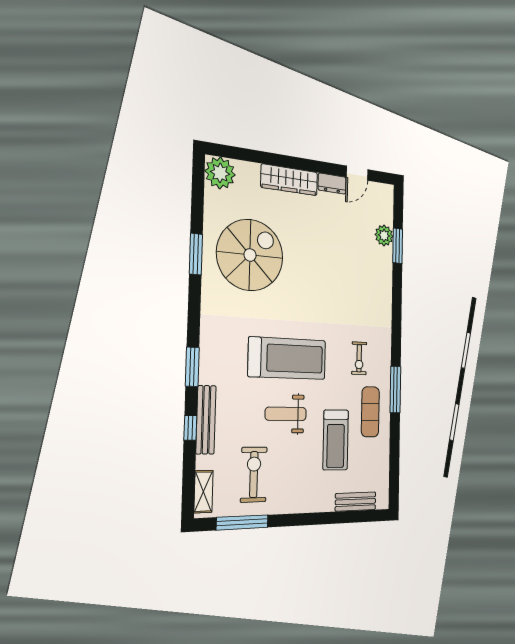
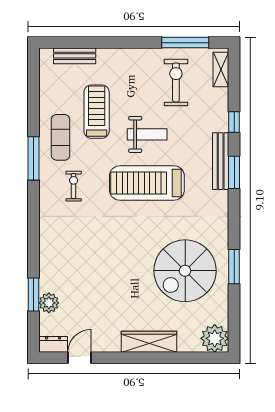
dresser: (332, 184) -> (53, 344), moved
bench: (206, 420) -> (221, 161), moved
exercise bike: (254, 475) -> (176, 82), turned 180

